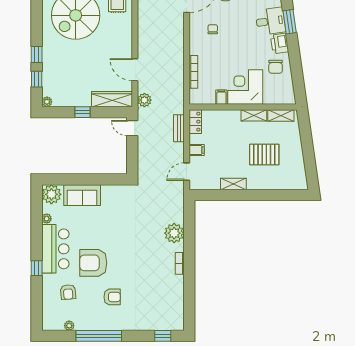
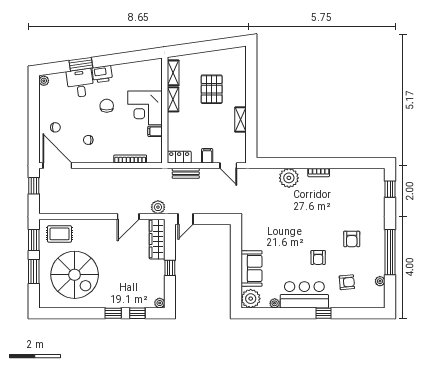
chair: (276, 67) -> (107, 106), moved, turned -90
armchair: (93, 263) -> (318, 257), width x0.53, depth x0.53
armchair: (112, 297) -> (352, 239), turned 180

